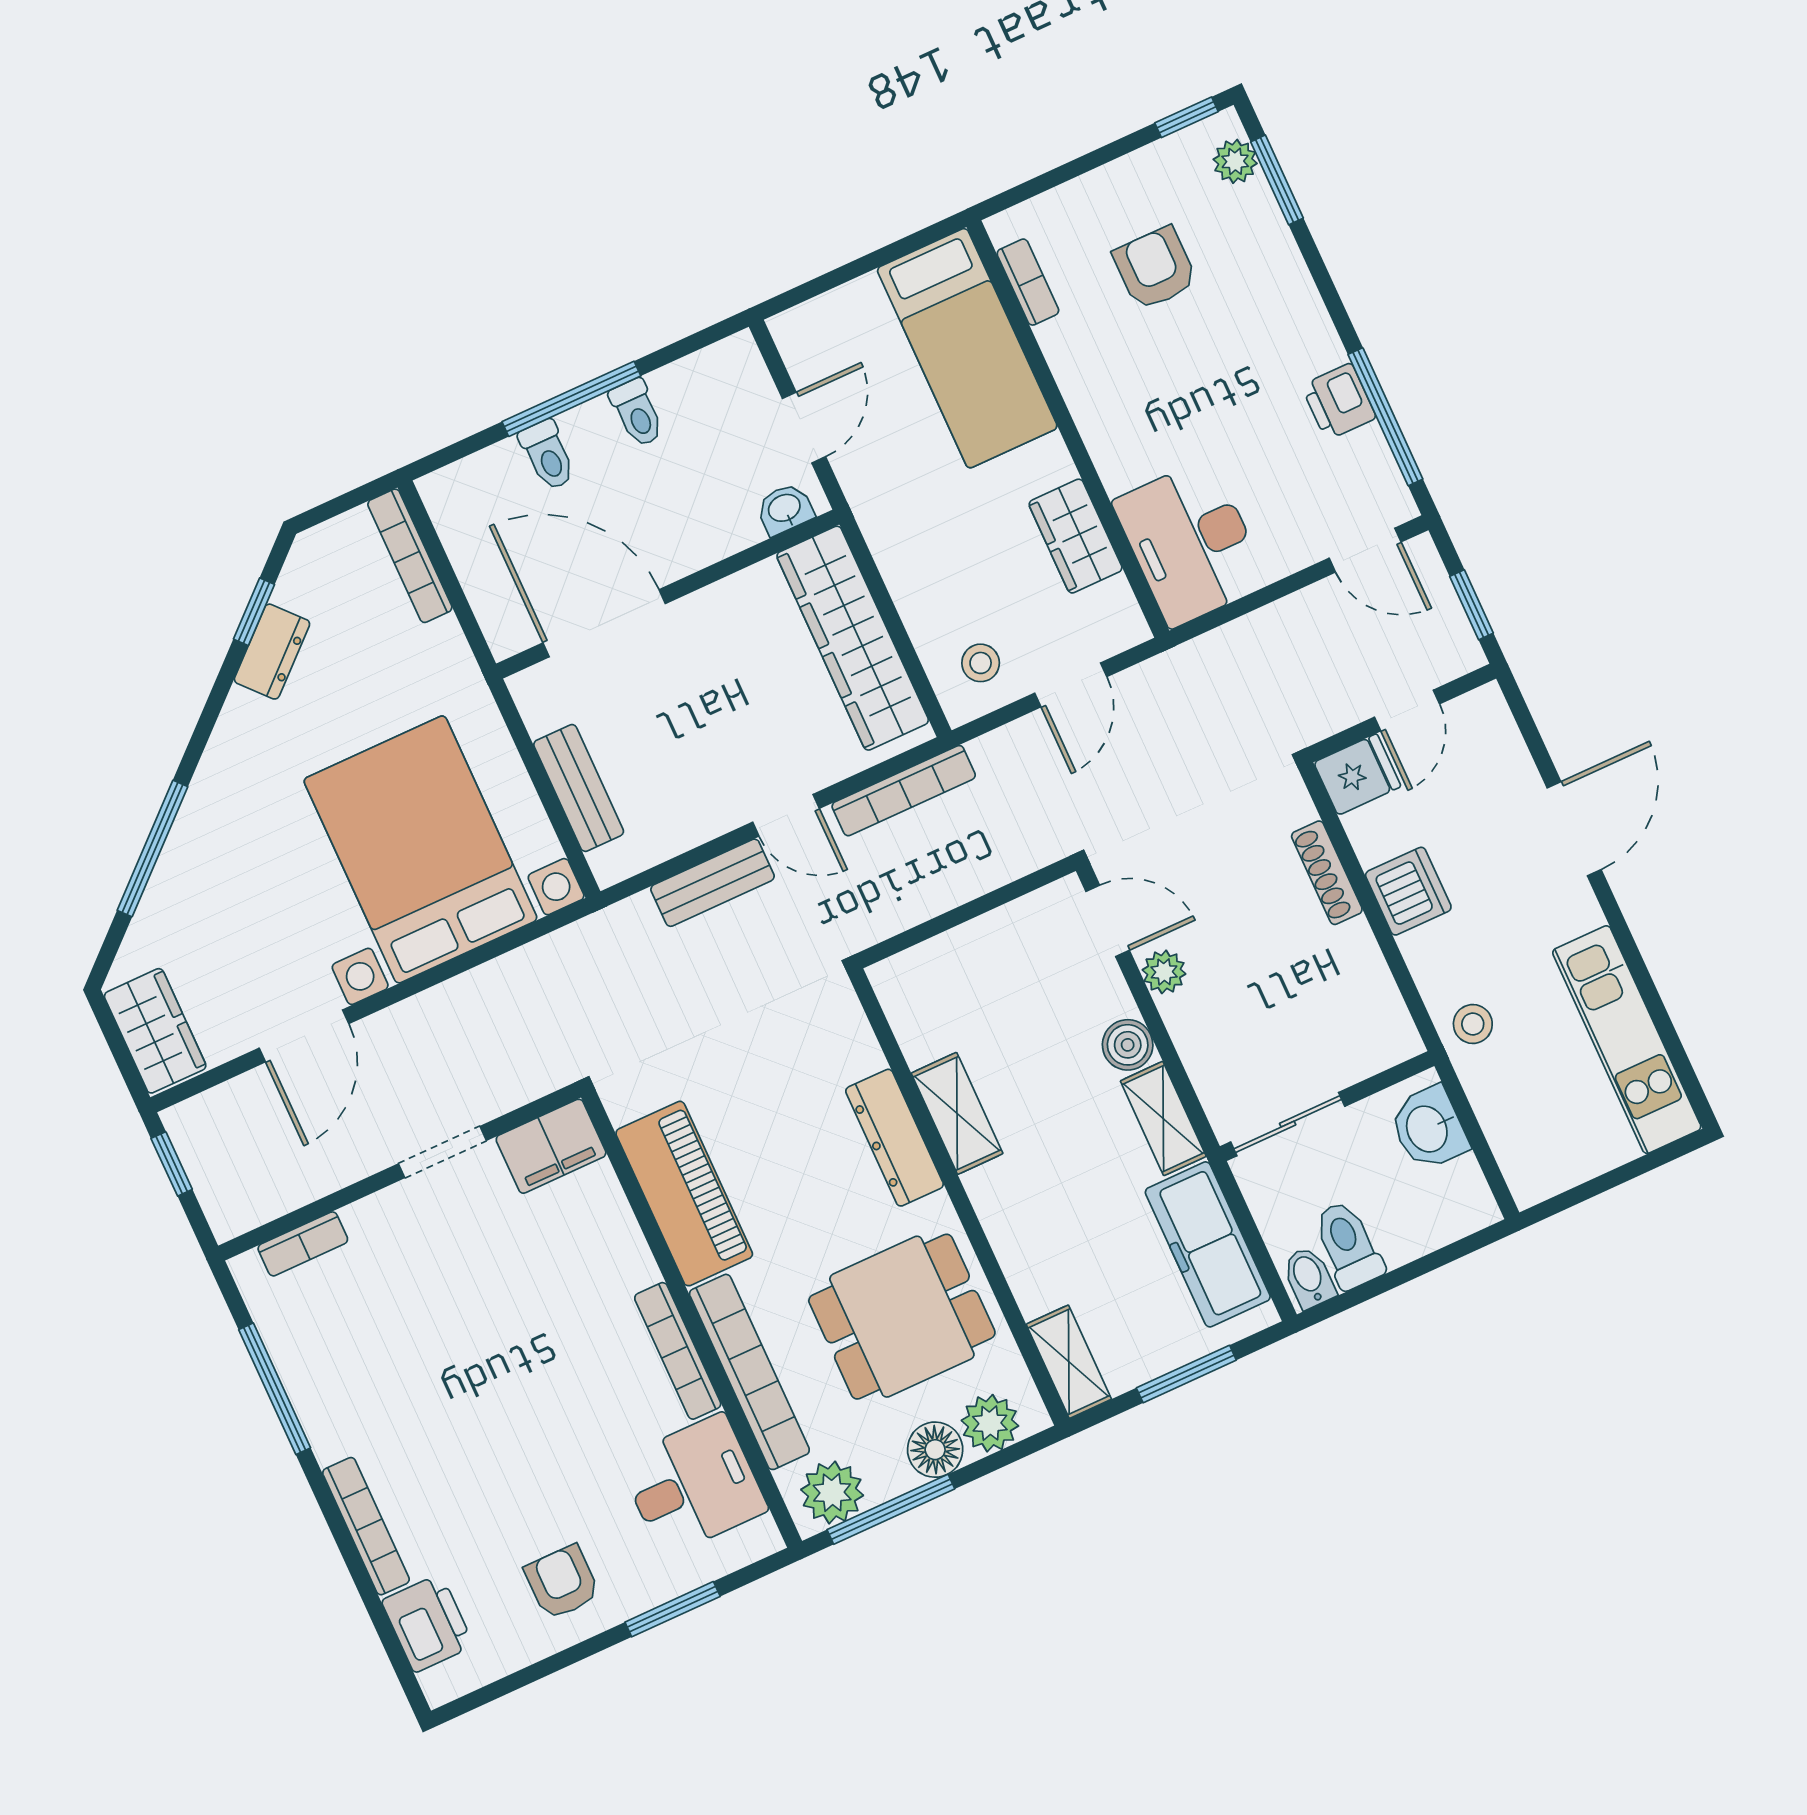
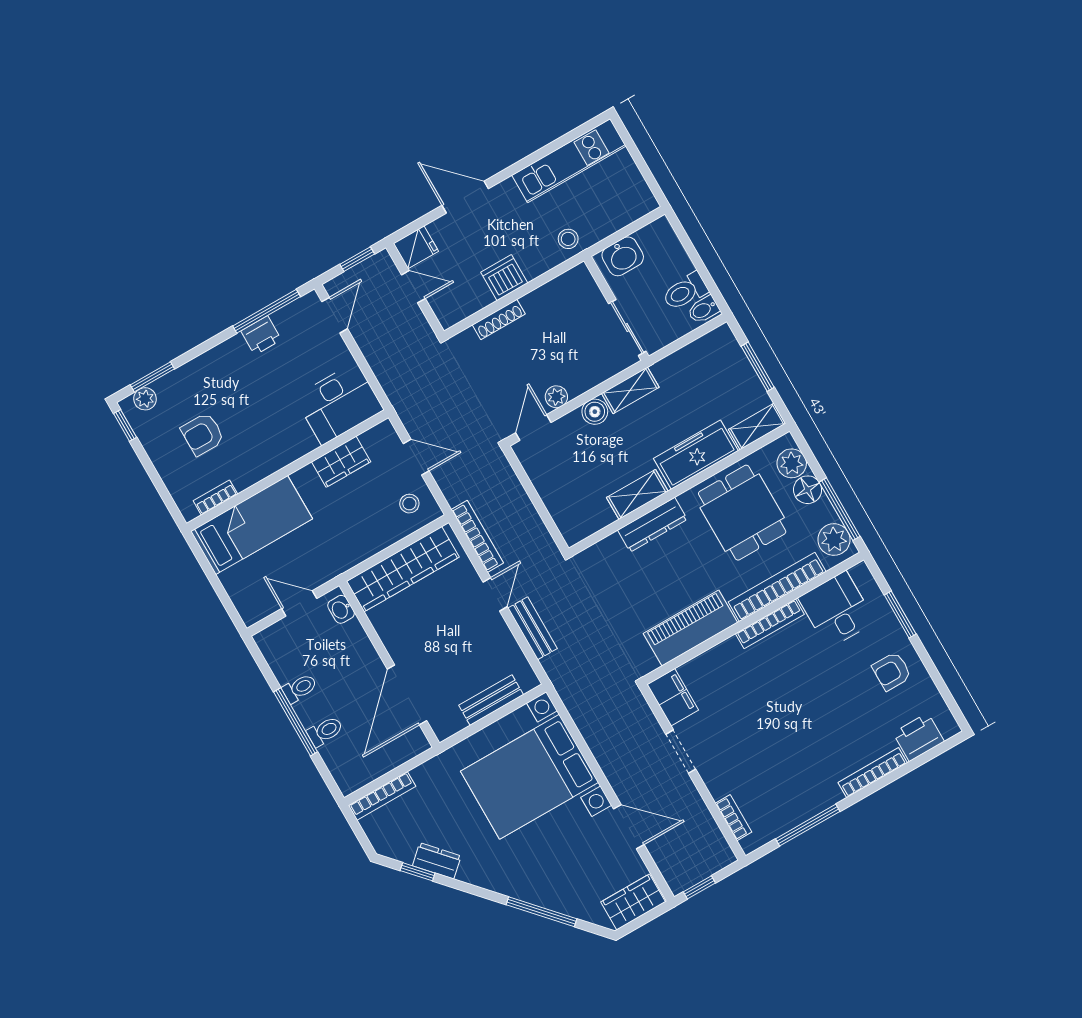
fridge: (1357, 774) -> (416, 247), moved, turned 90
freezer: (1208, 1244) -> (696, 455), moved, turned 180

